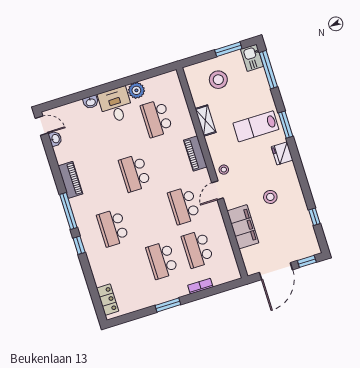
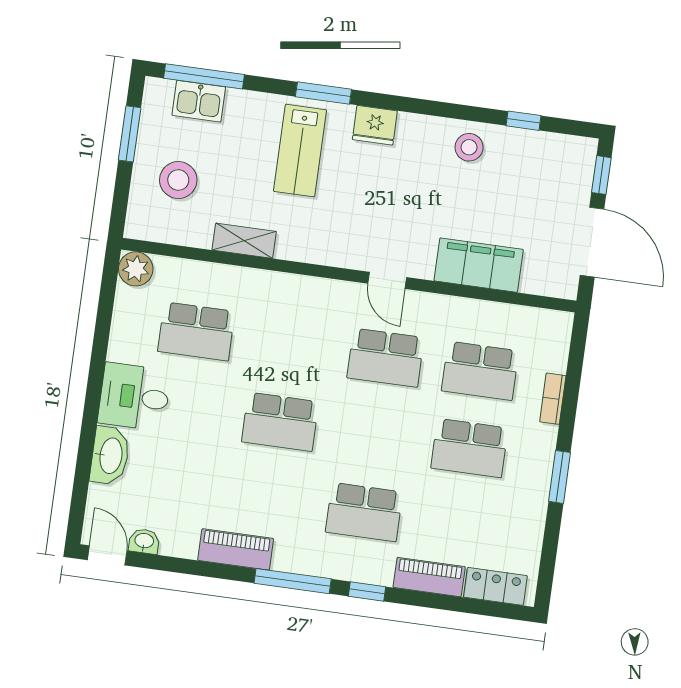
kitchen sink: (252, 58) -> (199, 101), moved
plant: (136, 90) -> (136, 269), moved
washbasin: (91, 102) -> (110, 456), width x1.91, depth x1.45
door: (42, 126) -> (107, 555), hinge flipped
piano: (195, 153) -> (429, 577), moved, turned 180
stool: (224, 170) -> (353, 250), removed
stool: (270, 197) -> (469, 147), moved

